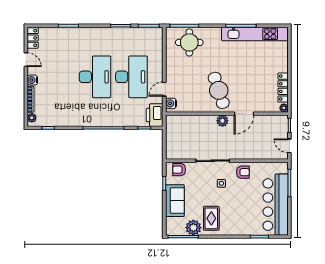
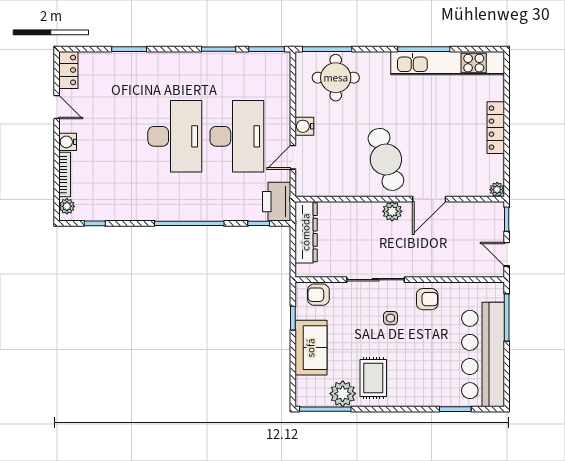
locker: (283, 88) -> (496, 128), moved
water cooler: (171, 103) -> (304, 126), moved
dresser: (172, 133) -> (306, 232), added

